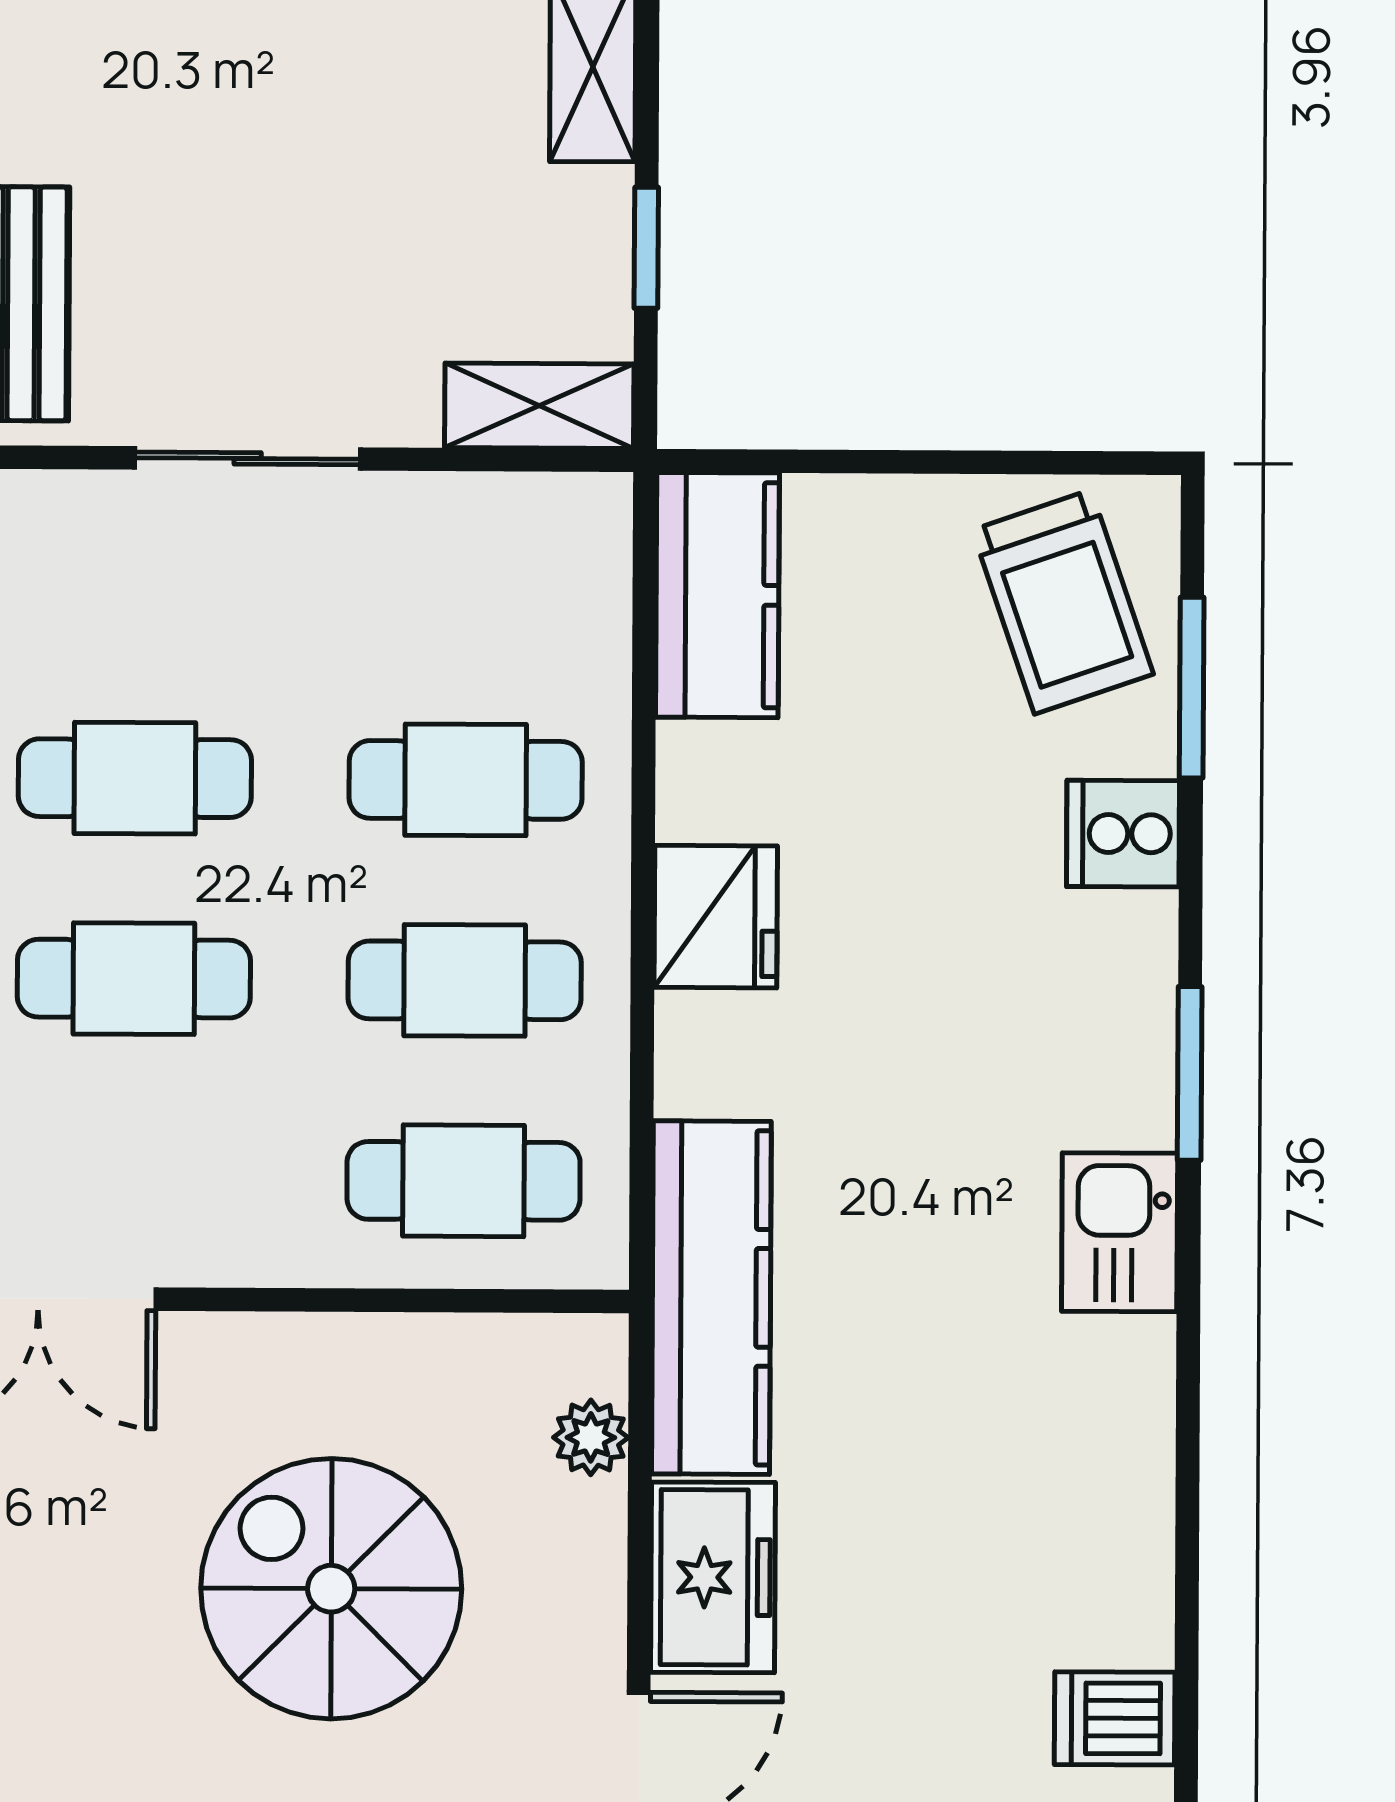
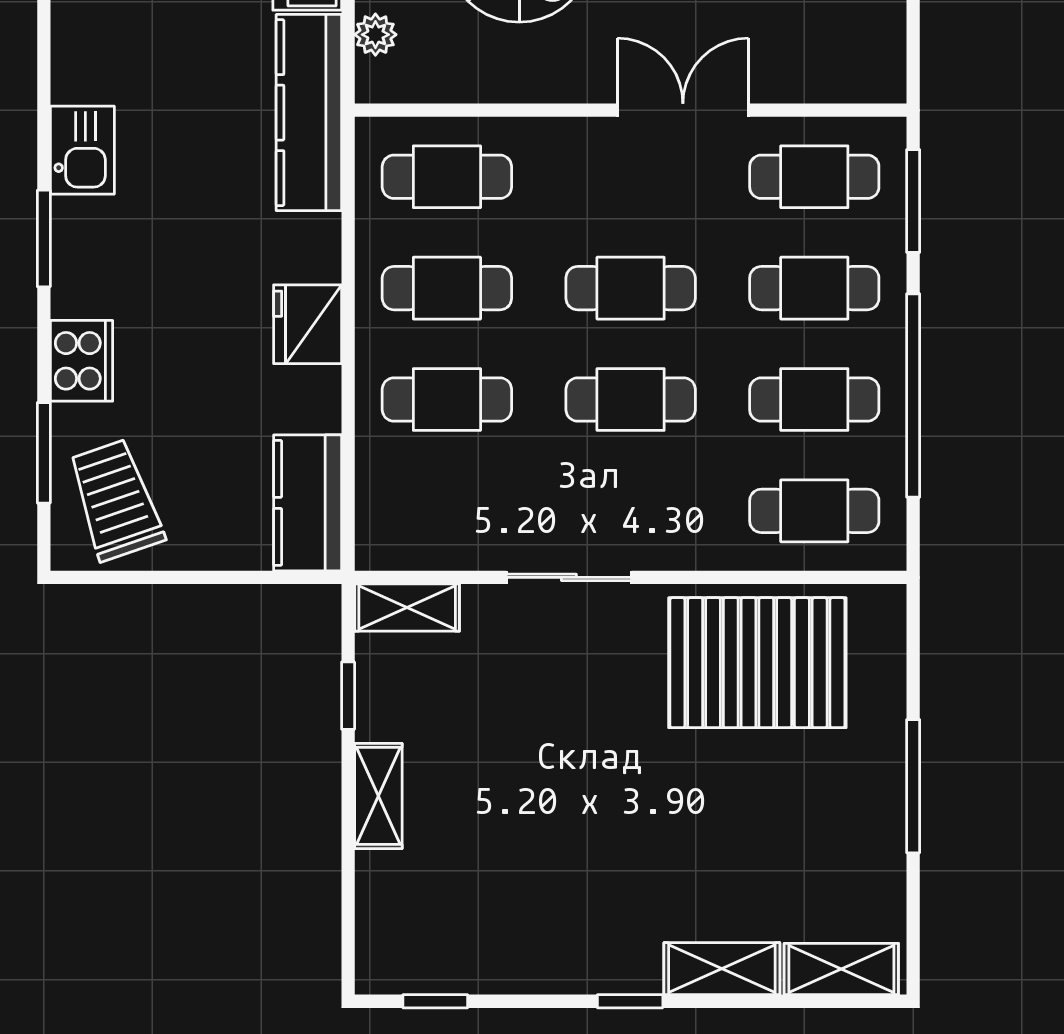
cooker: (1123, 834) -> (82, 361), width x1.36

